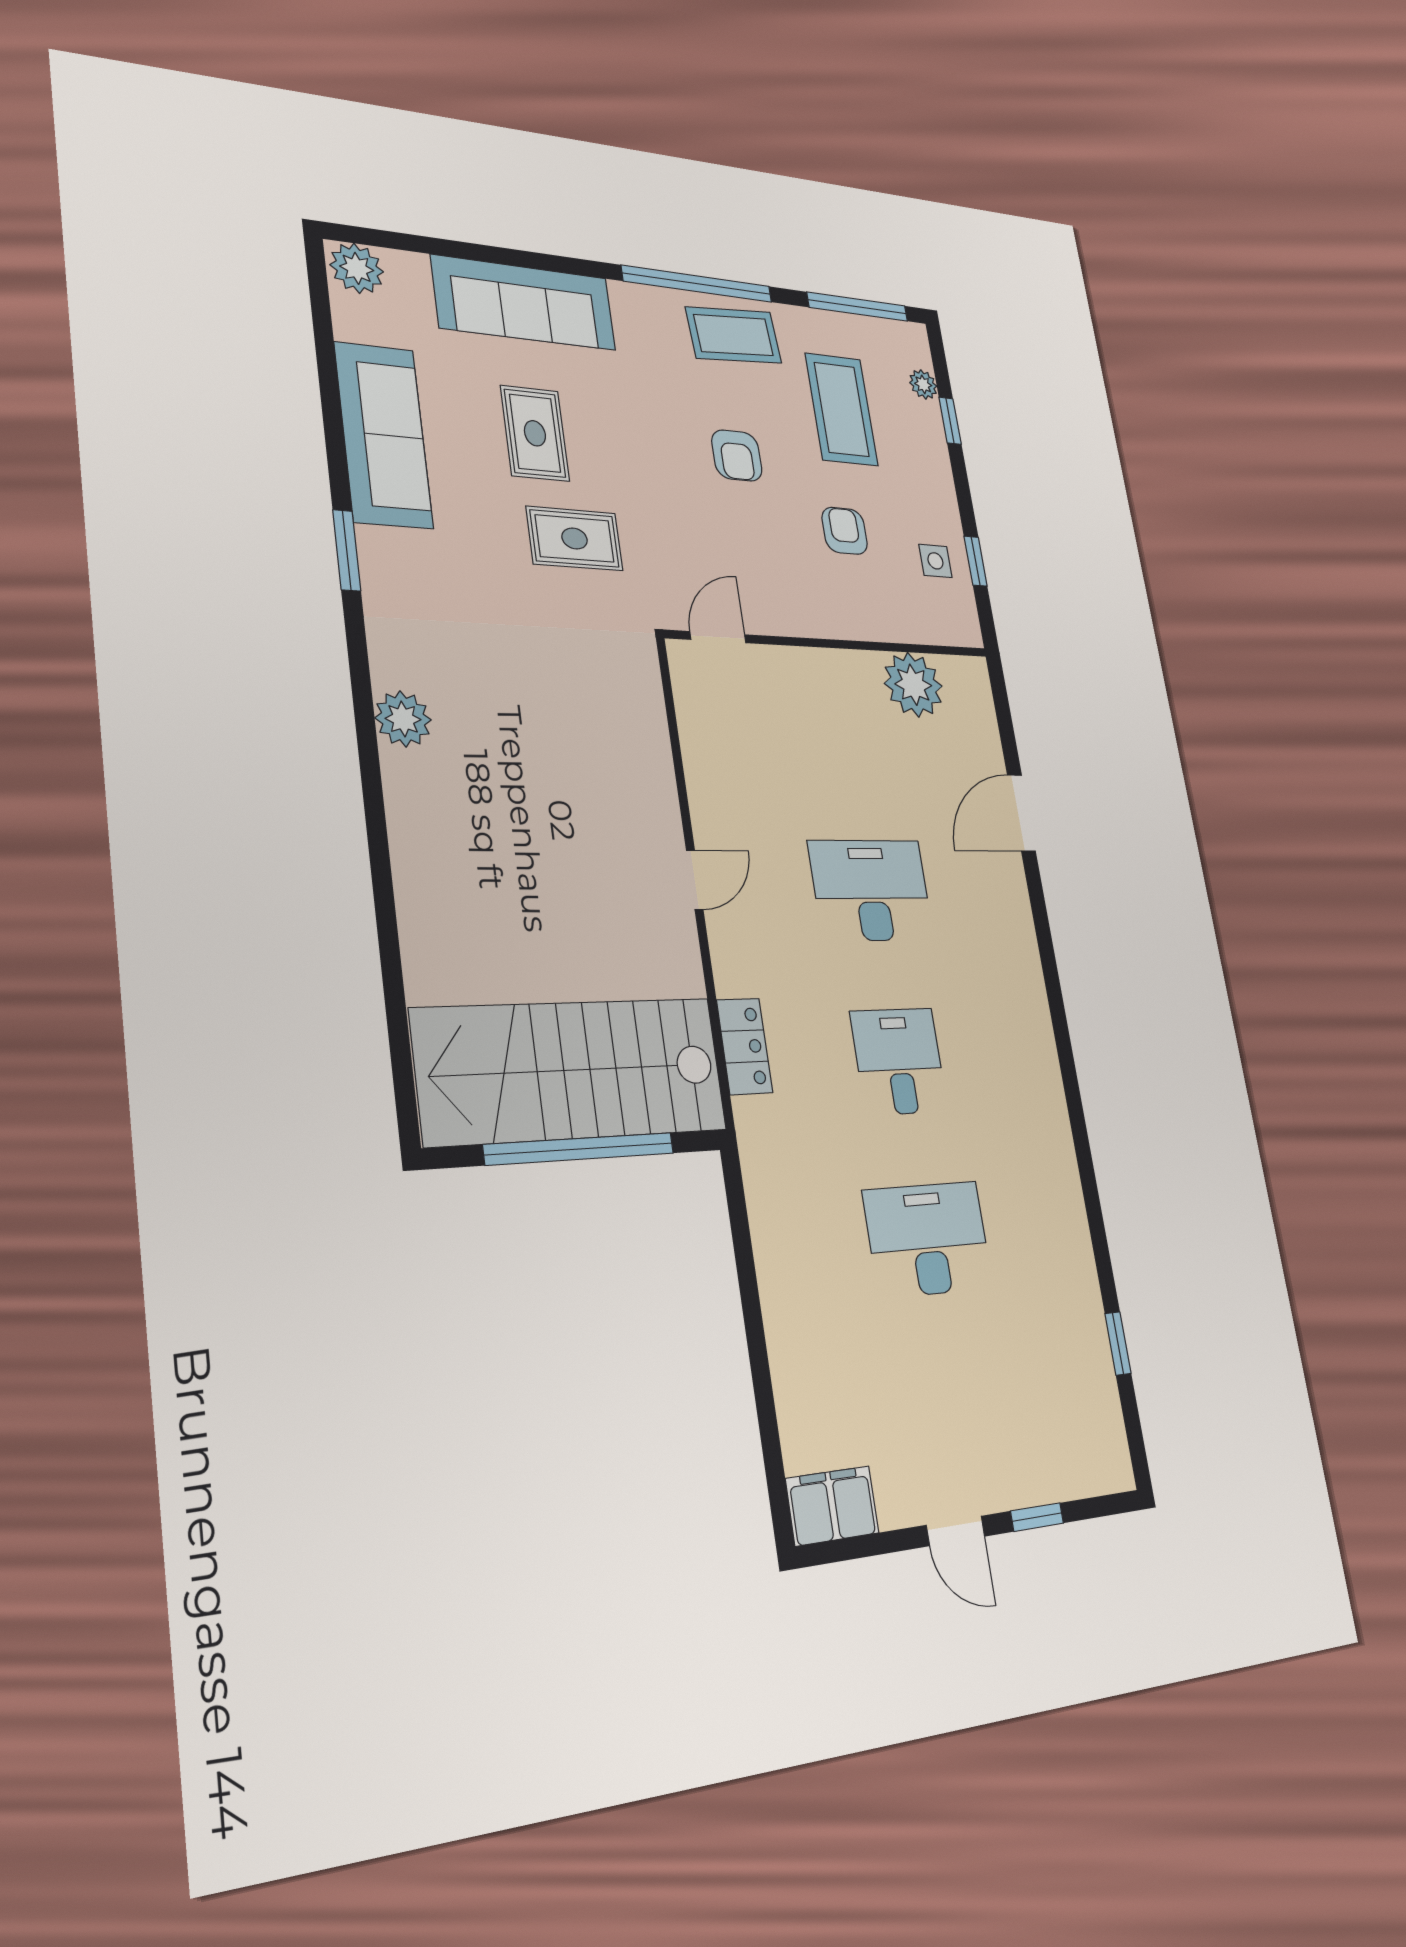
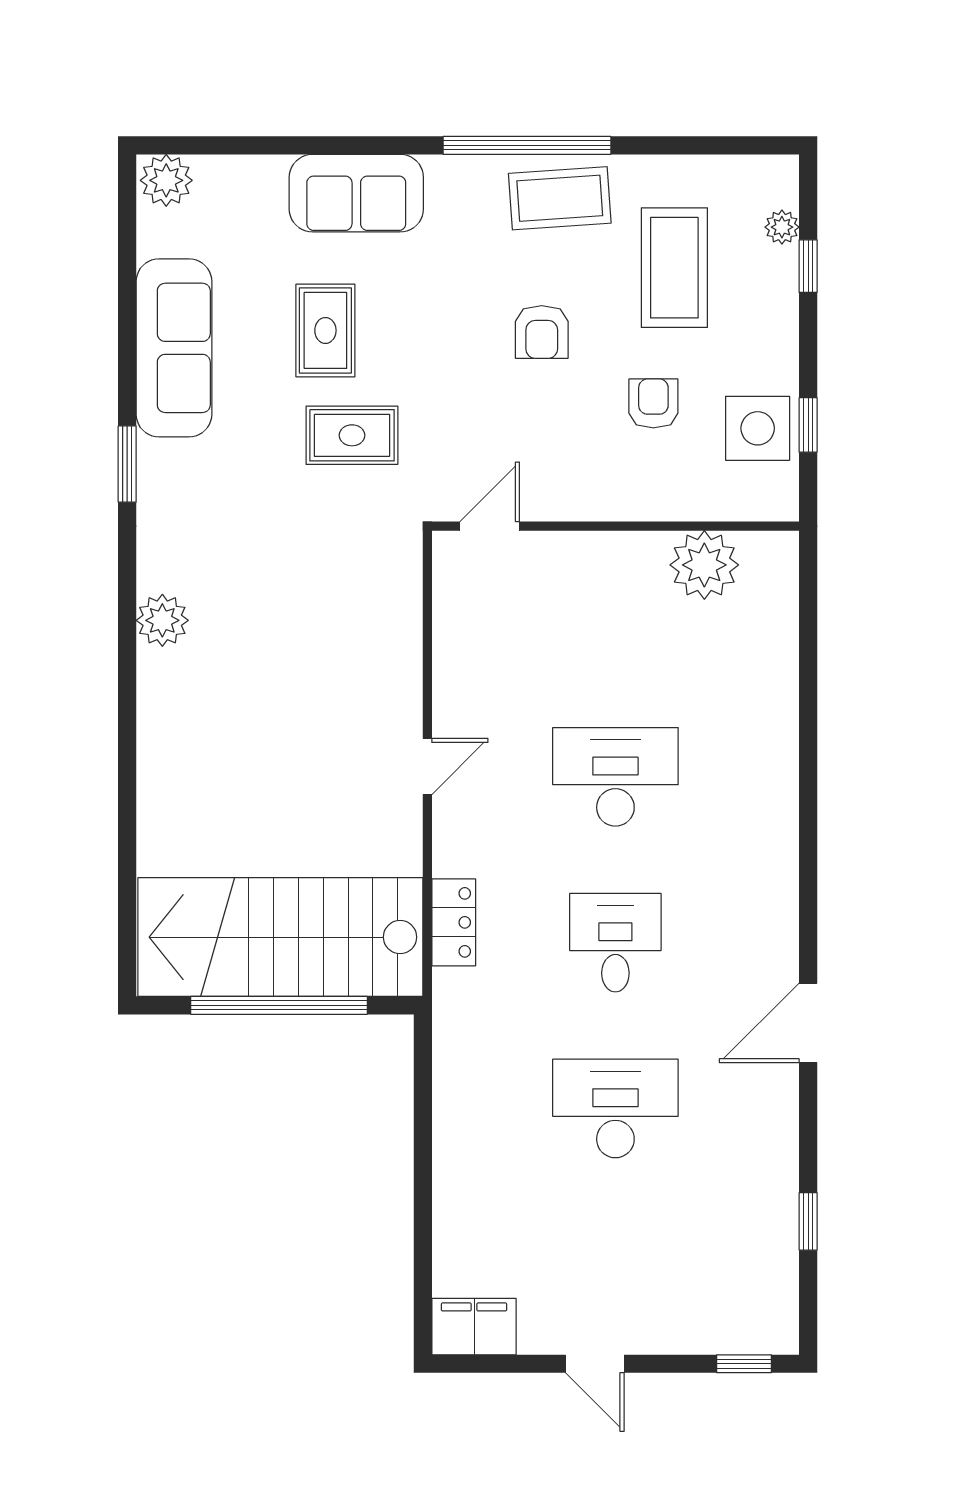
sofa: (524, 303) -> (356, 193), width x0.73
window: (857, 307) -> (716, 145), removed
side table: (935, 561) -> (758, 428), width x1.87, depth x1.87
door: (1021, 813) -> (808, 1023), moved
window: (1037, 1517) -> (744, 1364), moved

